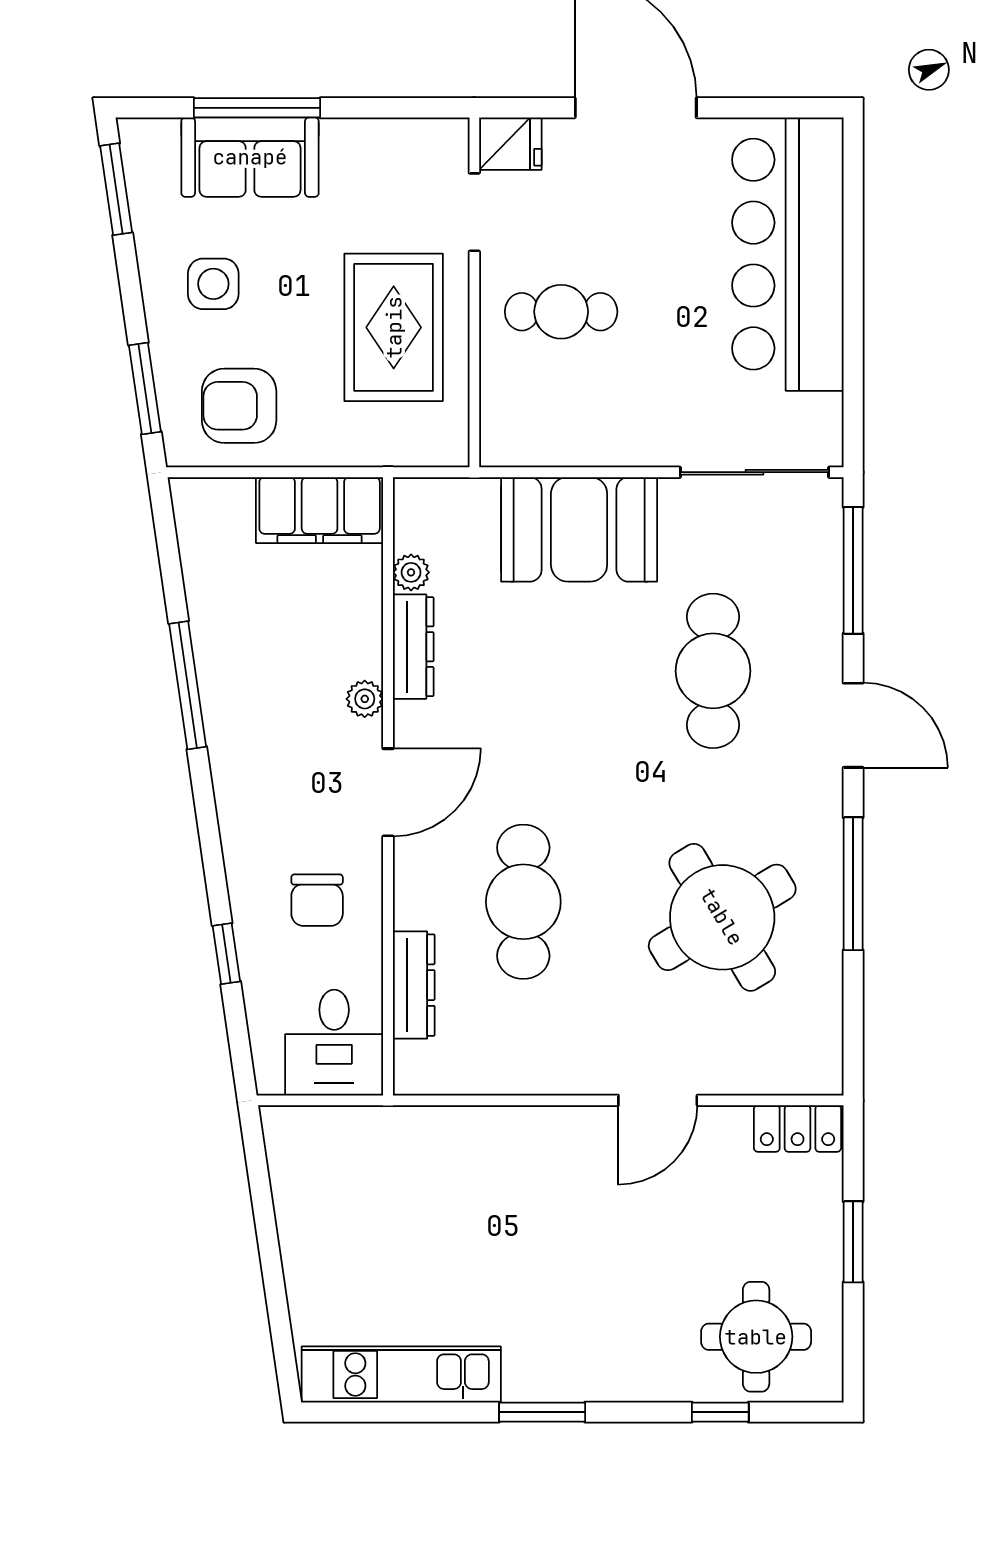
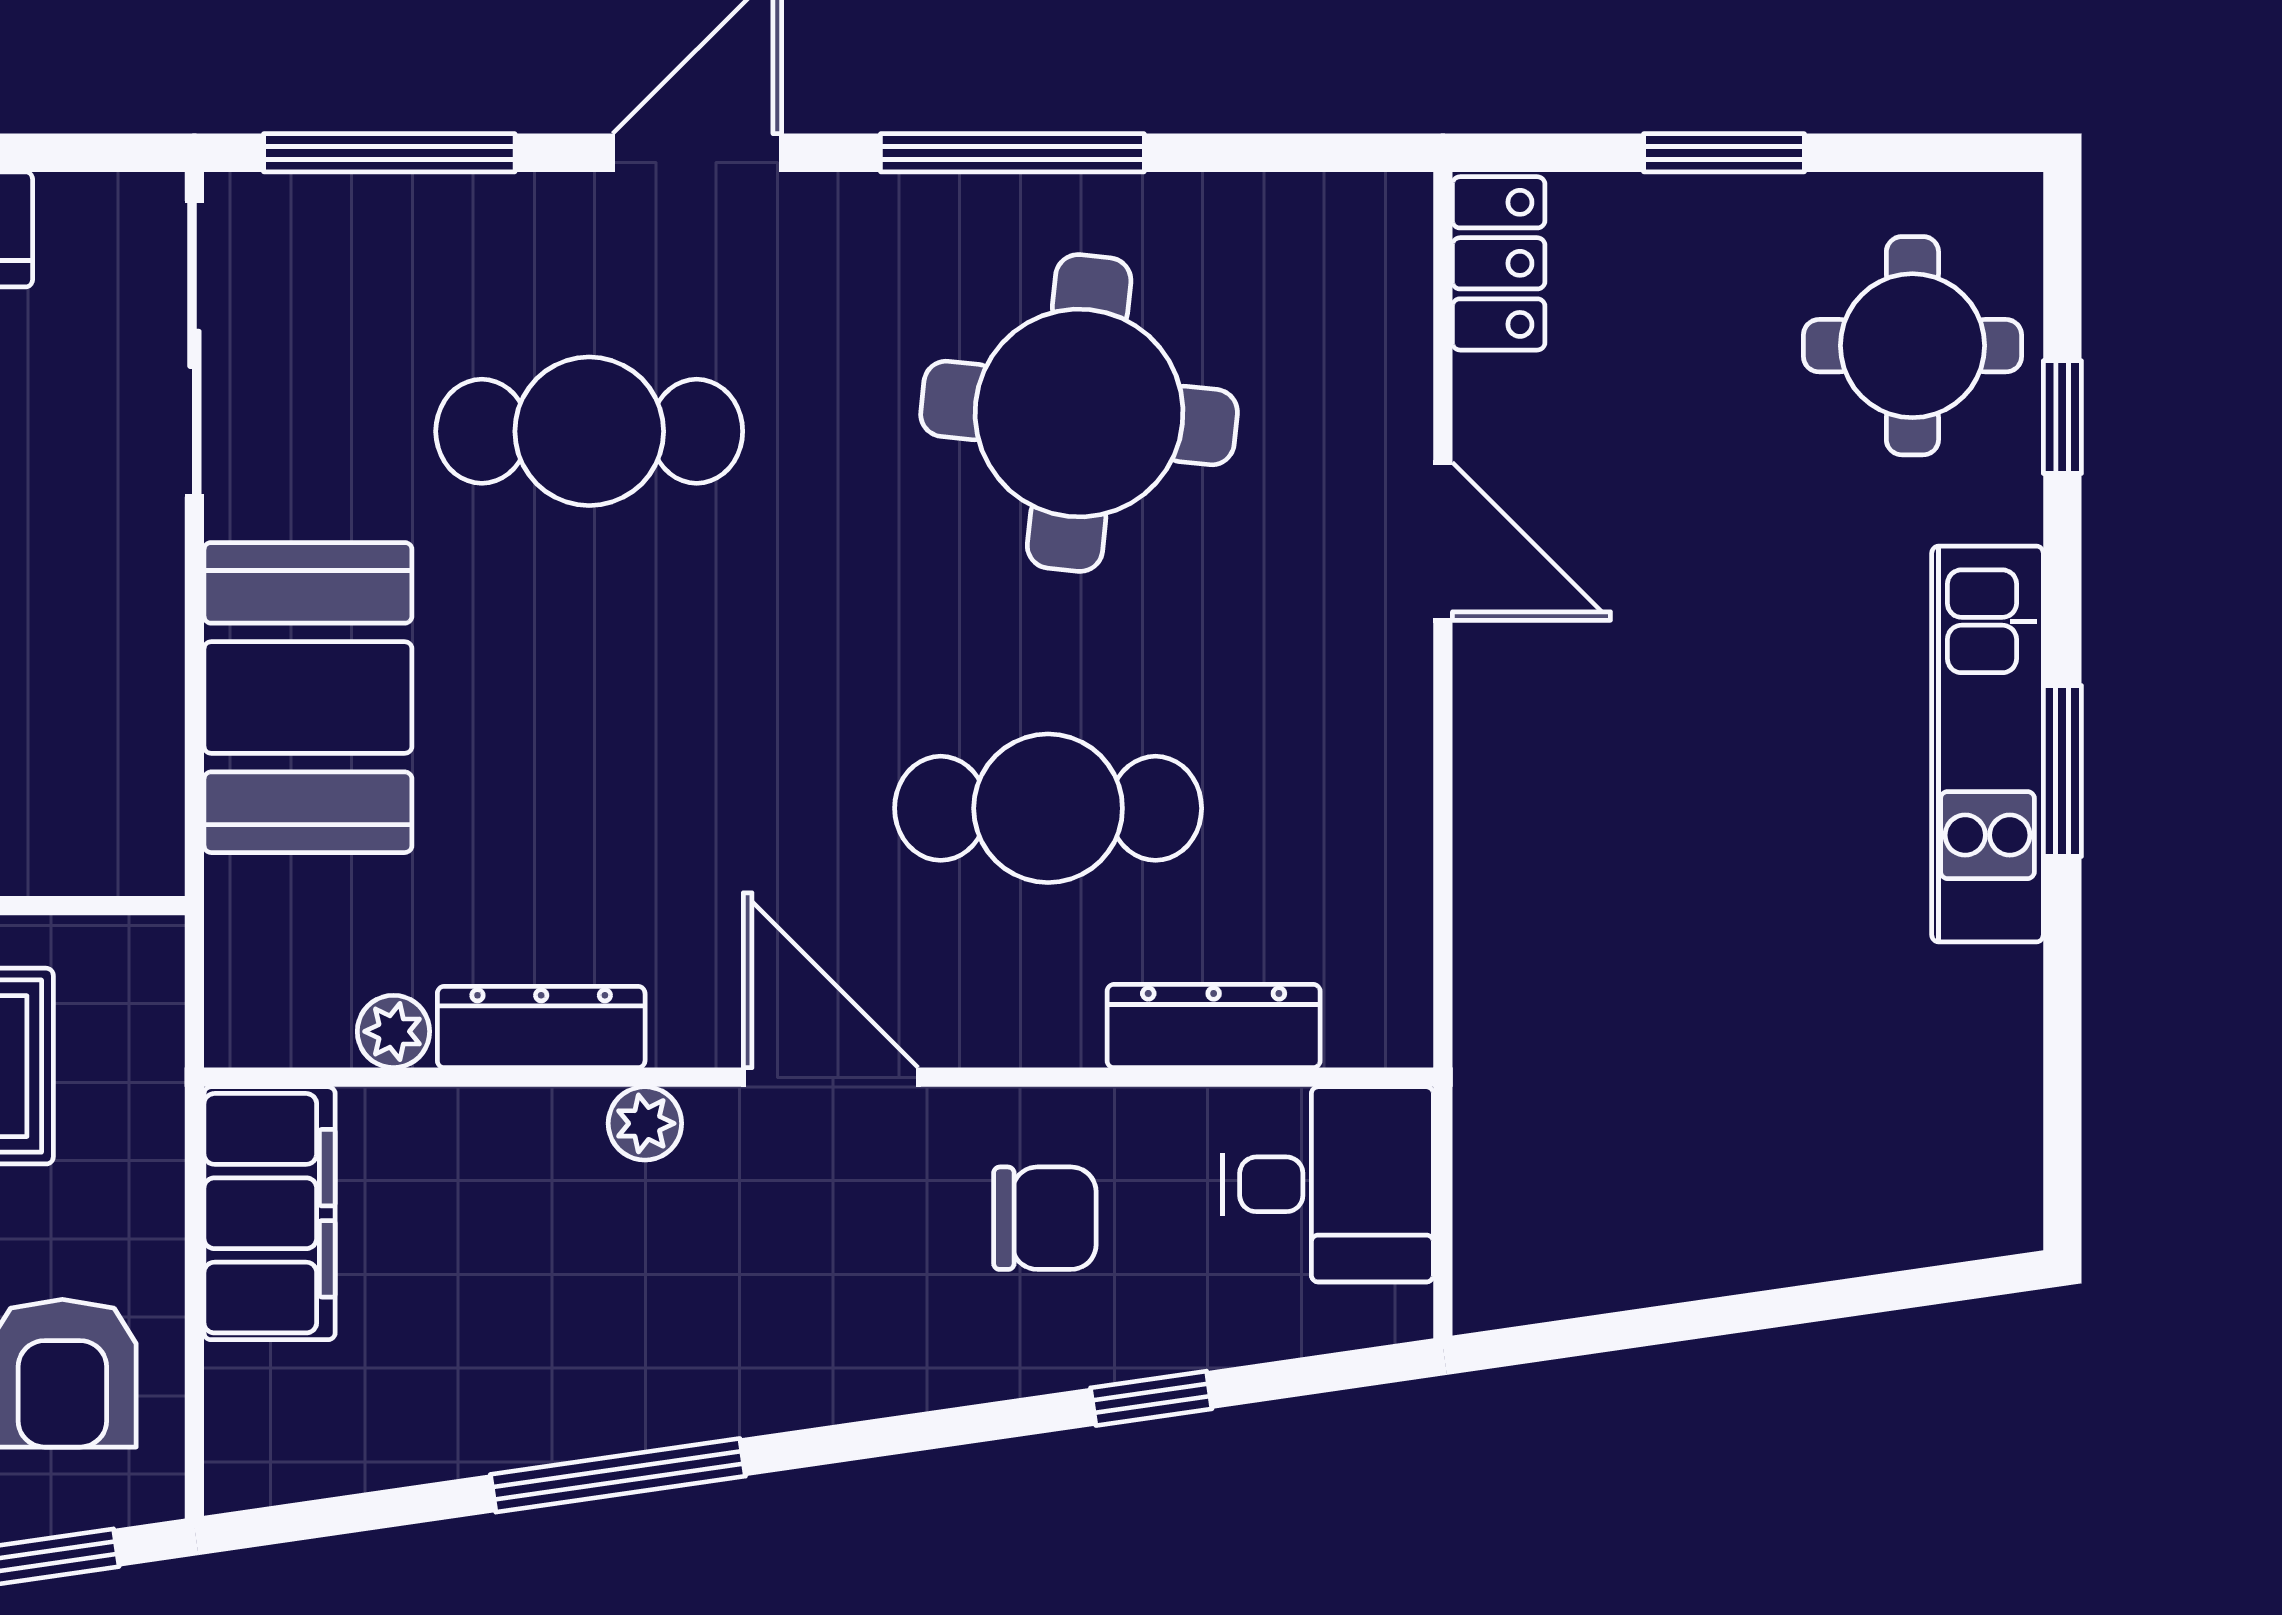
round table: (722, 917) -> (1079, 413), turned 37
kitchen unit: (401, 1374) -> (1987, 744), moved

